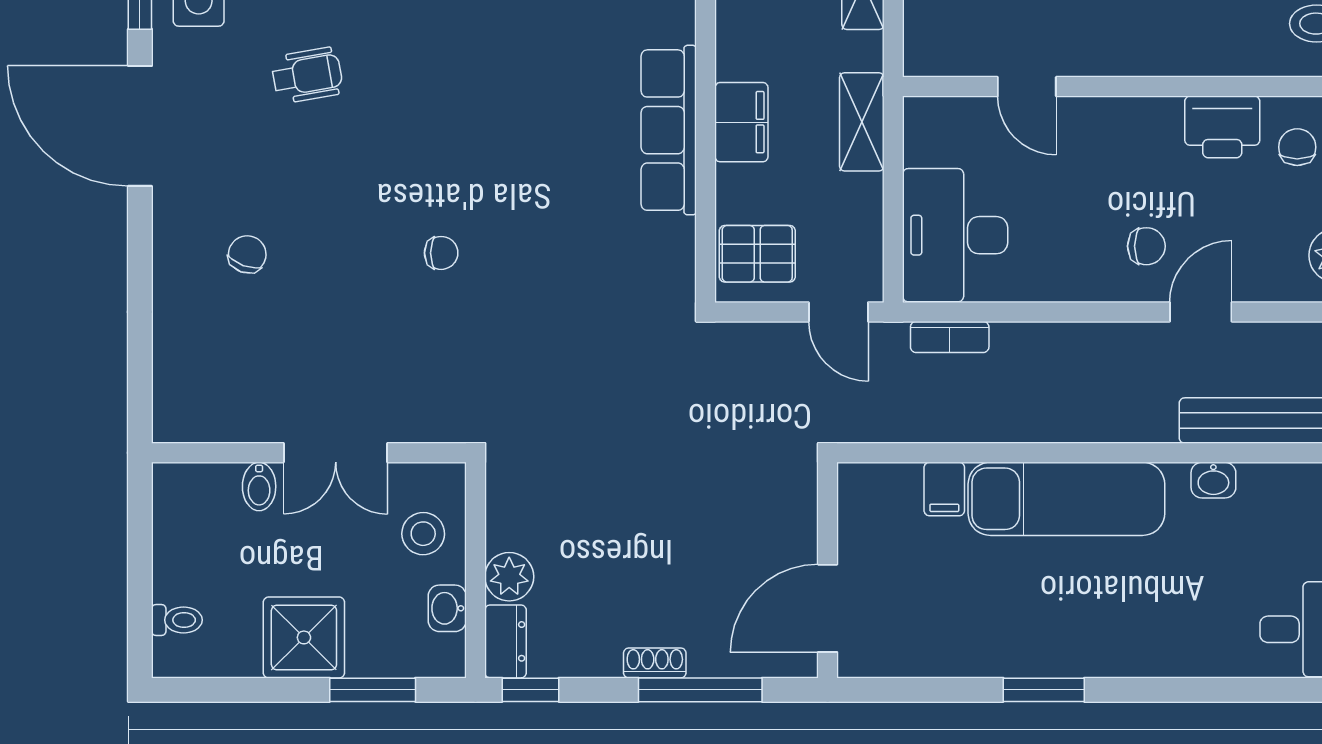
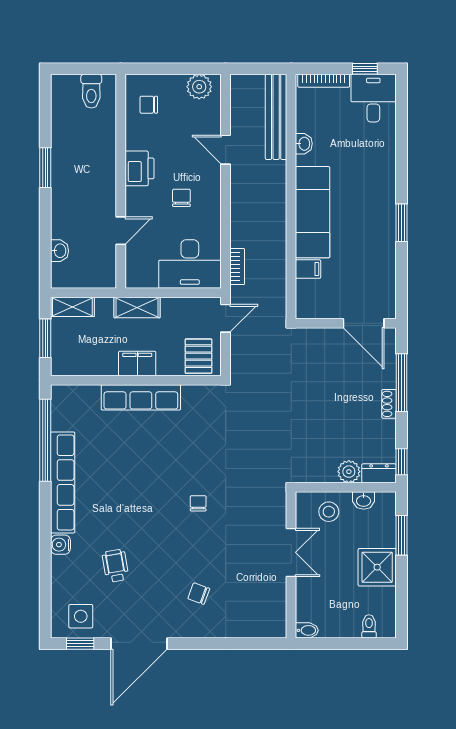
printer: (1222, 127) -> (139, 168), moved
chair: (1146, 246) -> (181, 198), moved
bidet: (259, 486) -> (307, 630), moved

